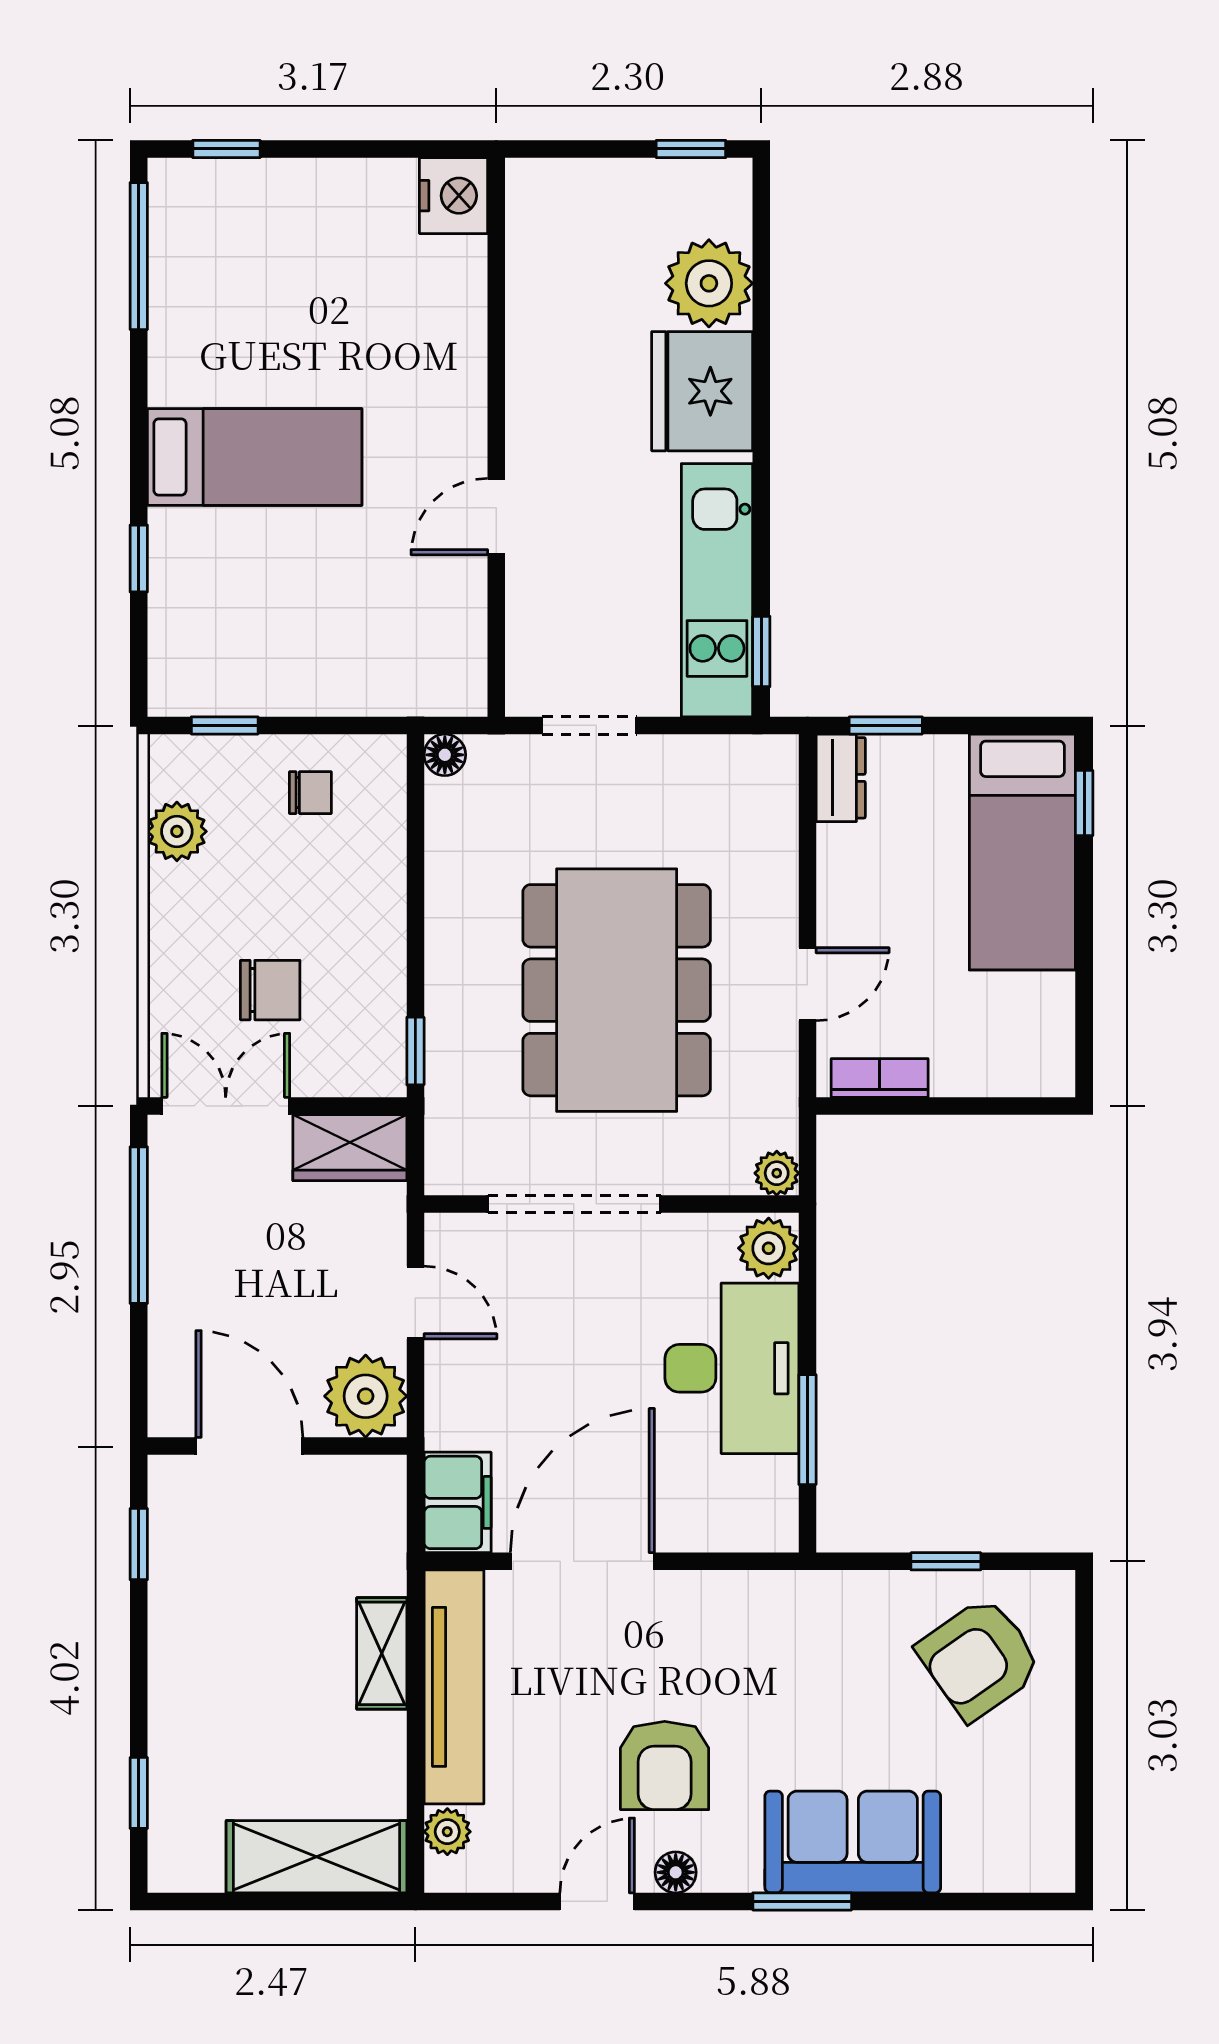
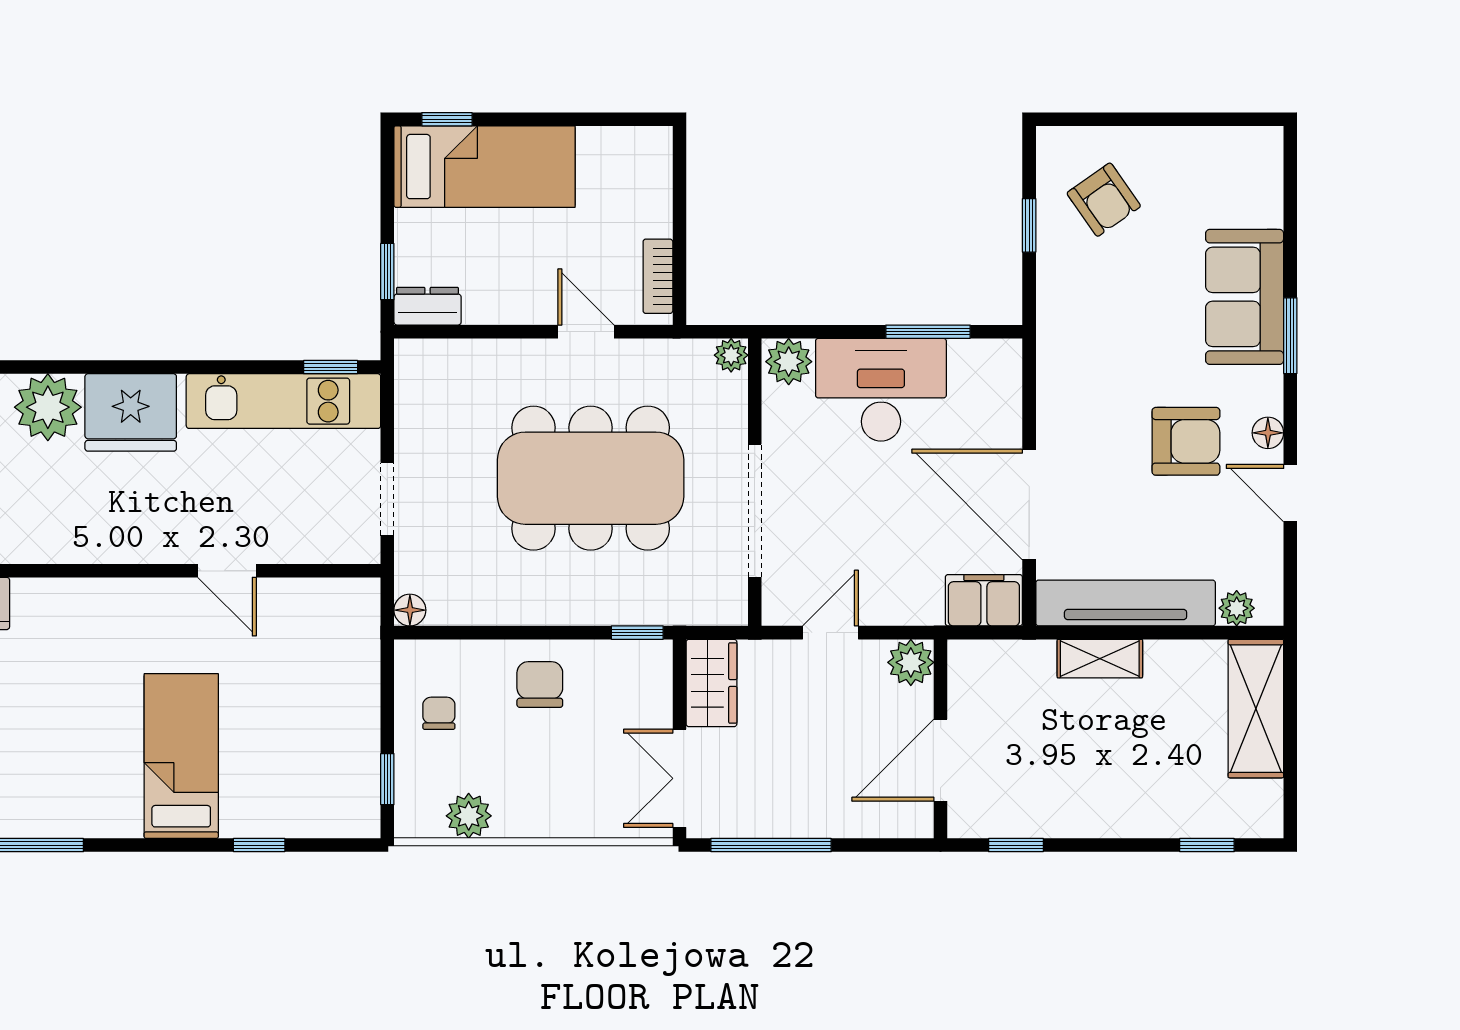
chair: (270, 990) -> (540, 684), moved
plant: (366, 1396) -> (911, 662), width x0.73, depth x0.73
armchair: (979, 1658) -> (1104, 200), width x0.72, depth x0.72

